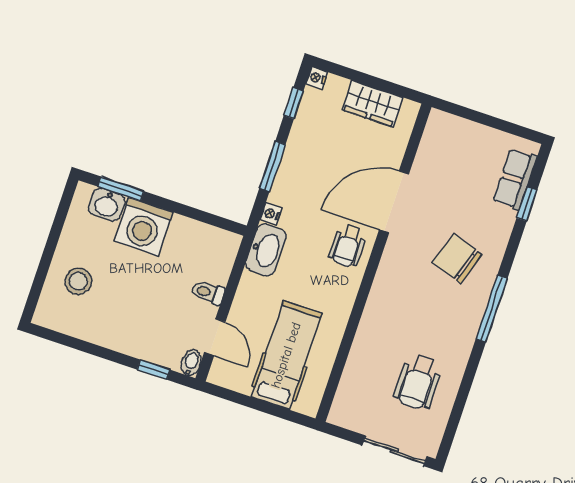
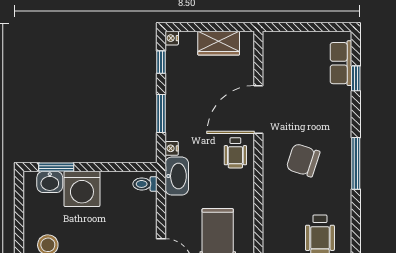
chair: (457, 258) -> (303, 160), moved
toilet: (208, 292) -> (145, 184), moved

